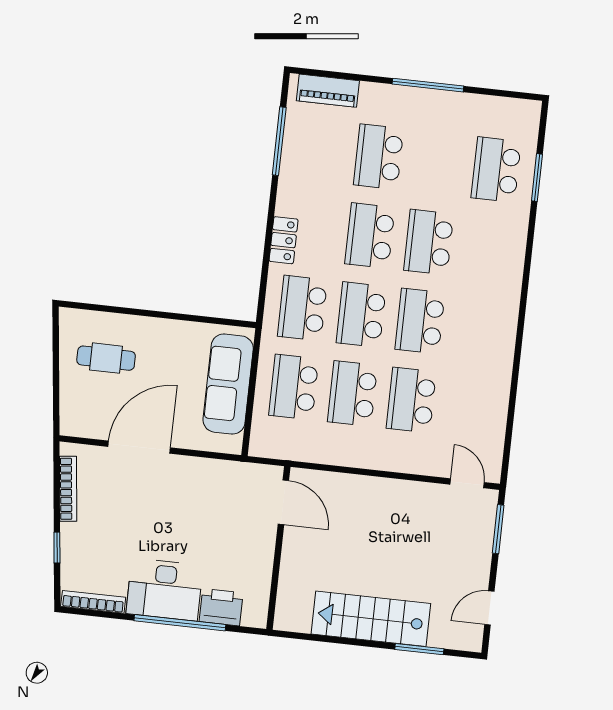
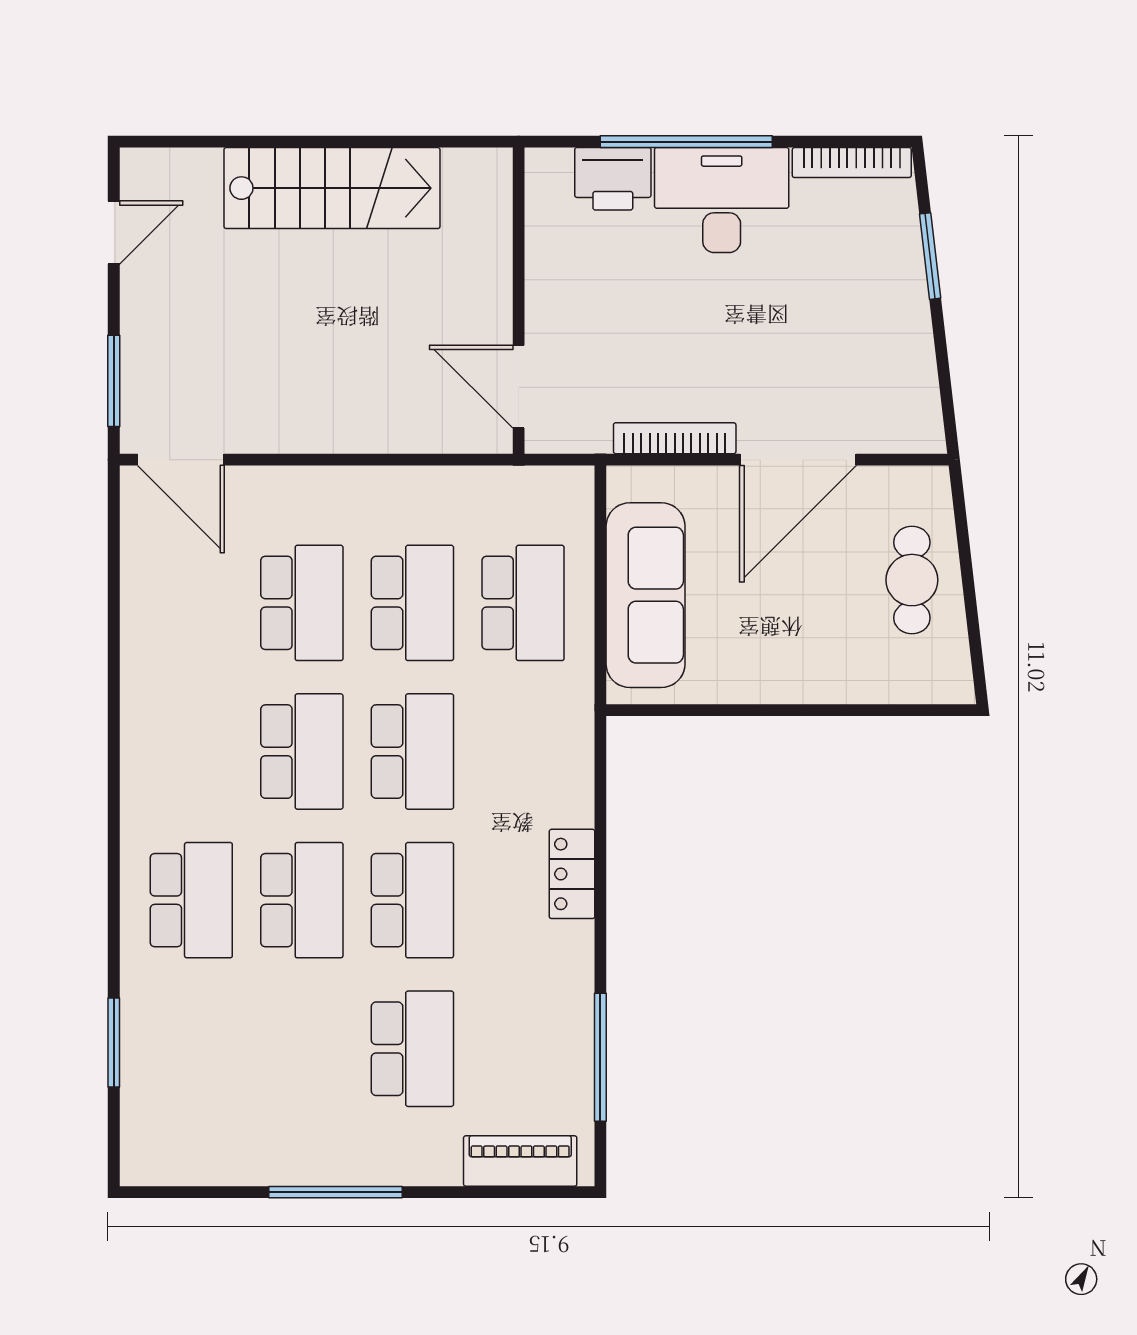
school desk: (496, 170) -> (191, 900), moved
school desk: (302, 308) -> (523, 752), removed
cafe table: (106, 358) -> (912, 580), moved, turned 90
door: (467, 483) -> (181, 460), width x1.38
bookcase: (68, 489) -> (675, 438), moved, turned 97
window: (57, 548) -> (930, 256), width x1.50
window: (419, 649) -> (236, 142), removed

